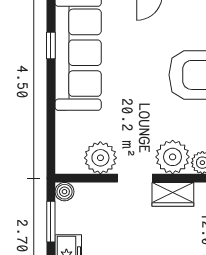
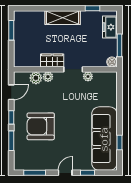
plant: (173, 157) -> (48, 77), width x0.53, depth x0.53
plant: (100, 158) -> (88, 76), width x0.53, depth x0.53

